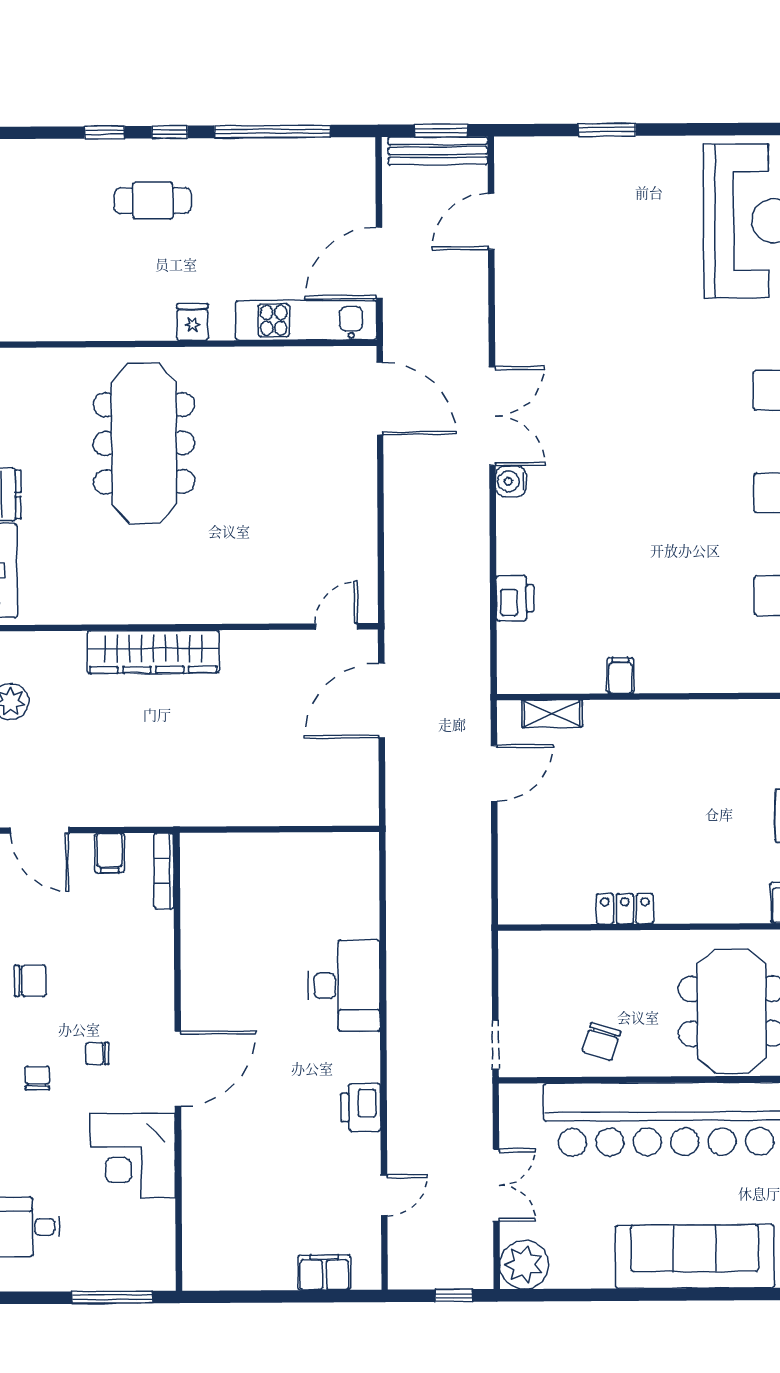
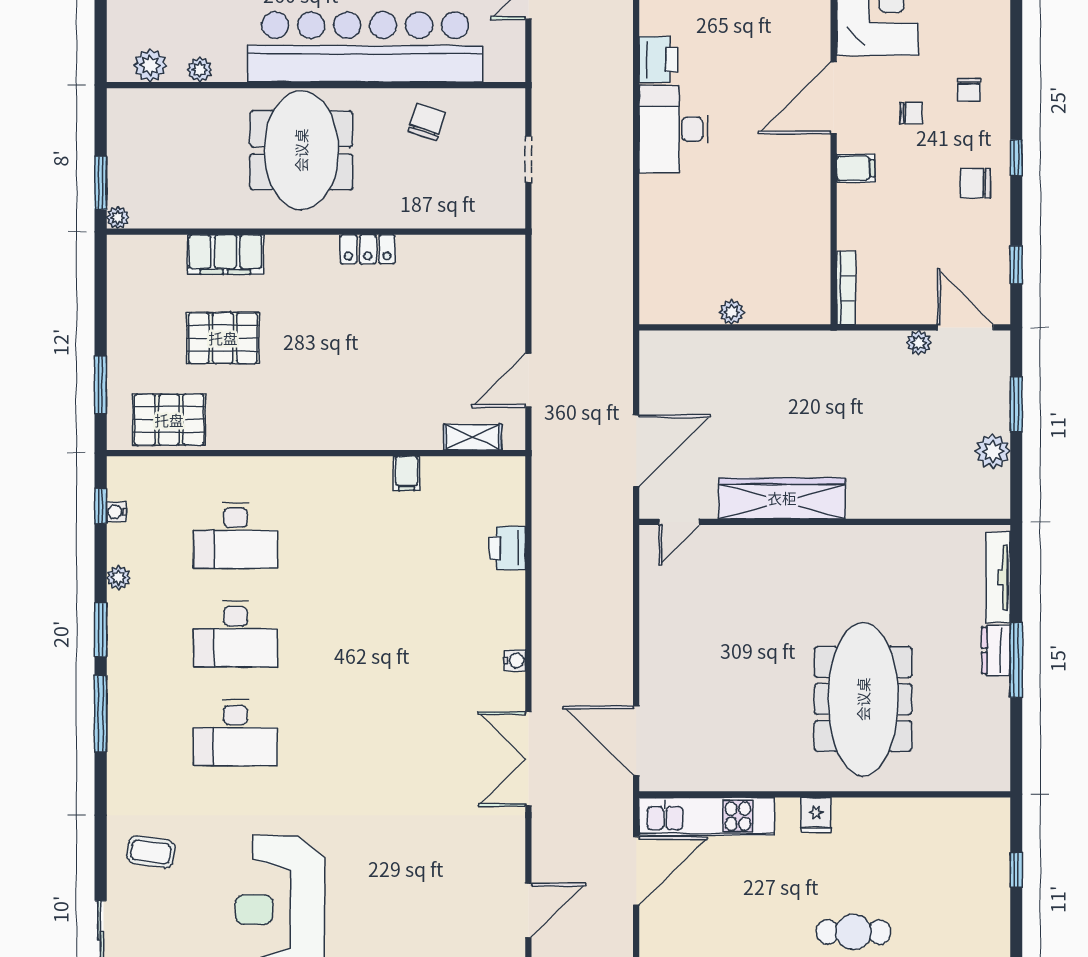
double door: (492, 416) -> (528, 759), moved
water cooler: (511, 481) -> (515, 661), width x0.72, depth x0.72
wardrobe: (153, 652) -> (782, 498), moved
plant: (88, 814) -> (919, 343), added
plant: (283, 845) -> (732, 312), added
filing cabinet: (110, 853) -> (856, 168), moved, turned 90
locker: (625, 909) -> (368, 249), moved
desk: (344, 986) -> (674, 129), moved
doorway: (495, 1045) -> (528, 159), moved

